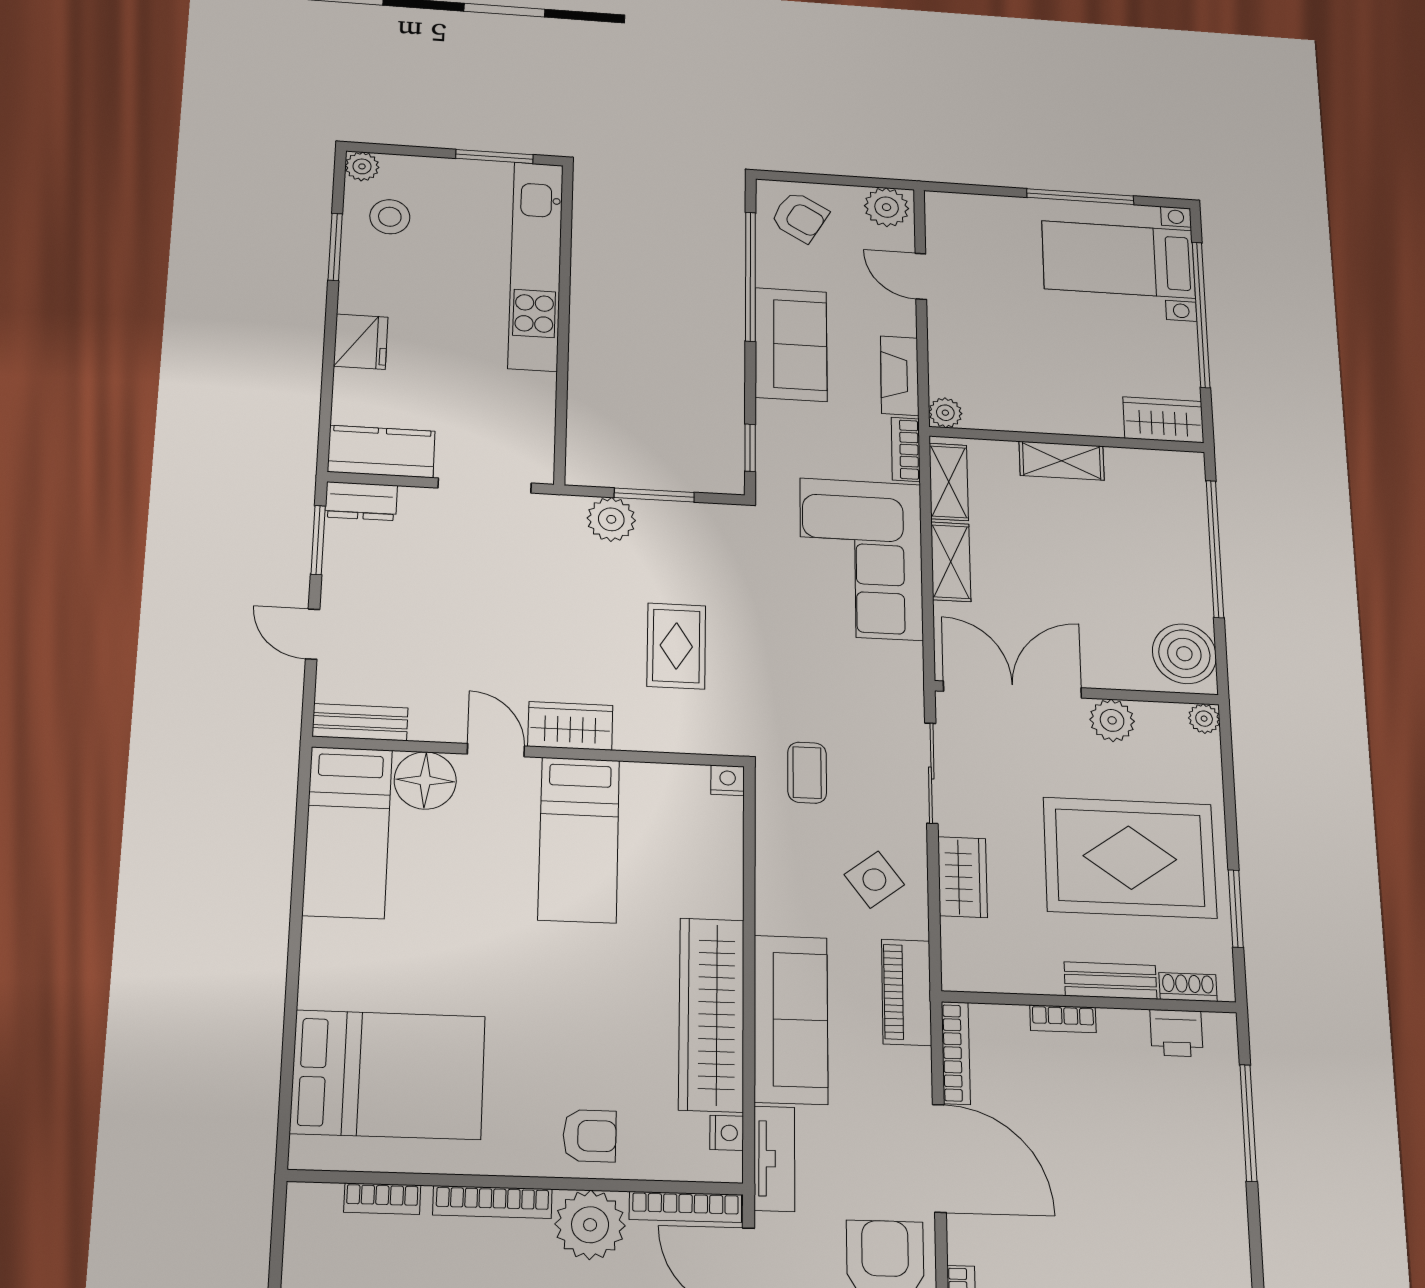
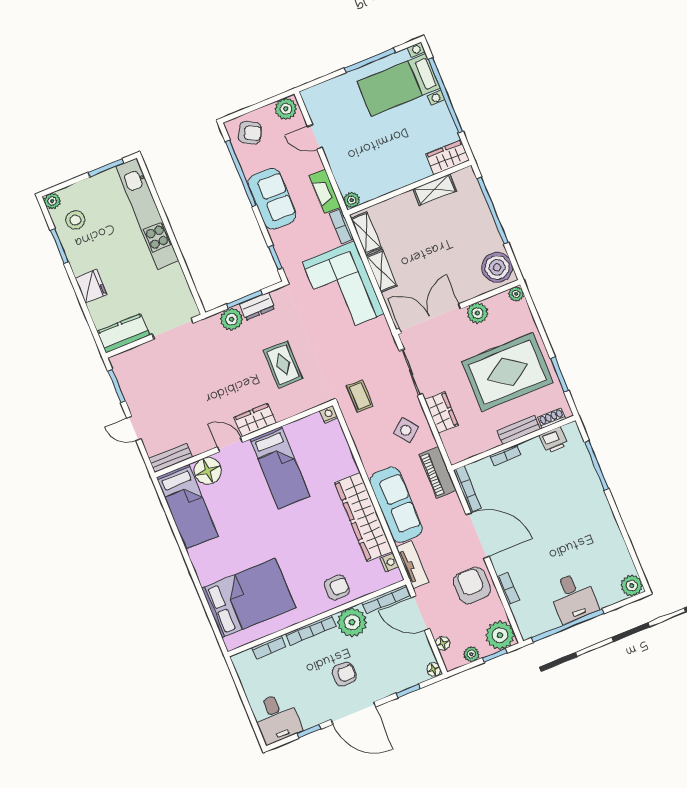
shelving: (1062, 461) -> (435, 190), moved
dresser: (361, 501) -> (257, 306), moved

